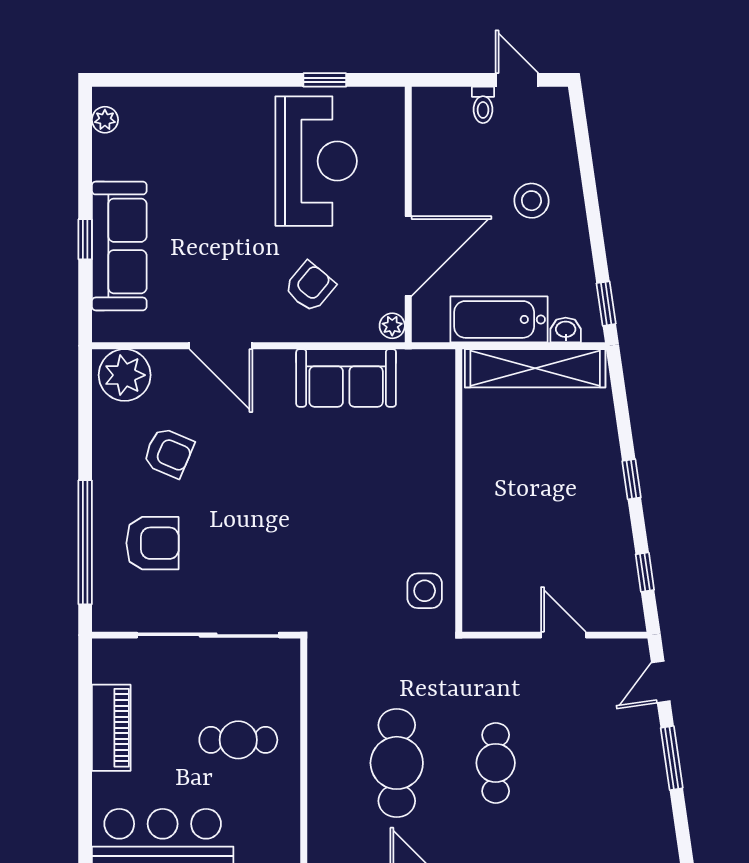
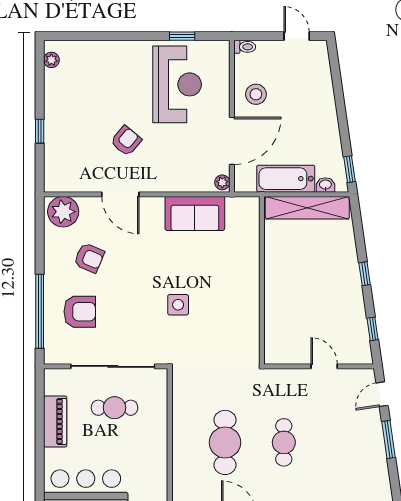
toilet: (483, 105) -> (245, 47), moved, turned -90
stool: (531, 201) -> (256, 94), moved
sofa: (119, 246) -> (60, 135), removed
armchair: (310, 287) -> (126, 141), moved
side table: (425, 591) -> (178, 305), moved
cafe table: (238, 740) -> (115, 408), moved

